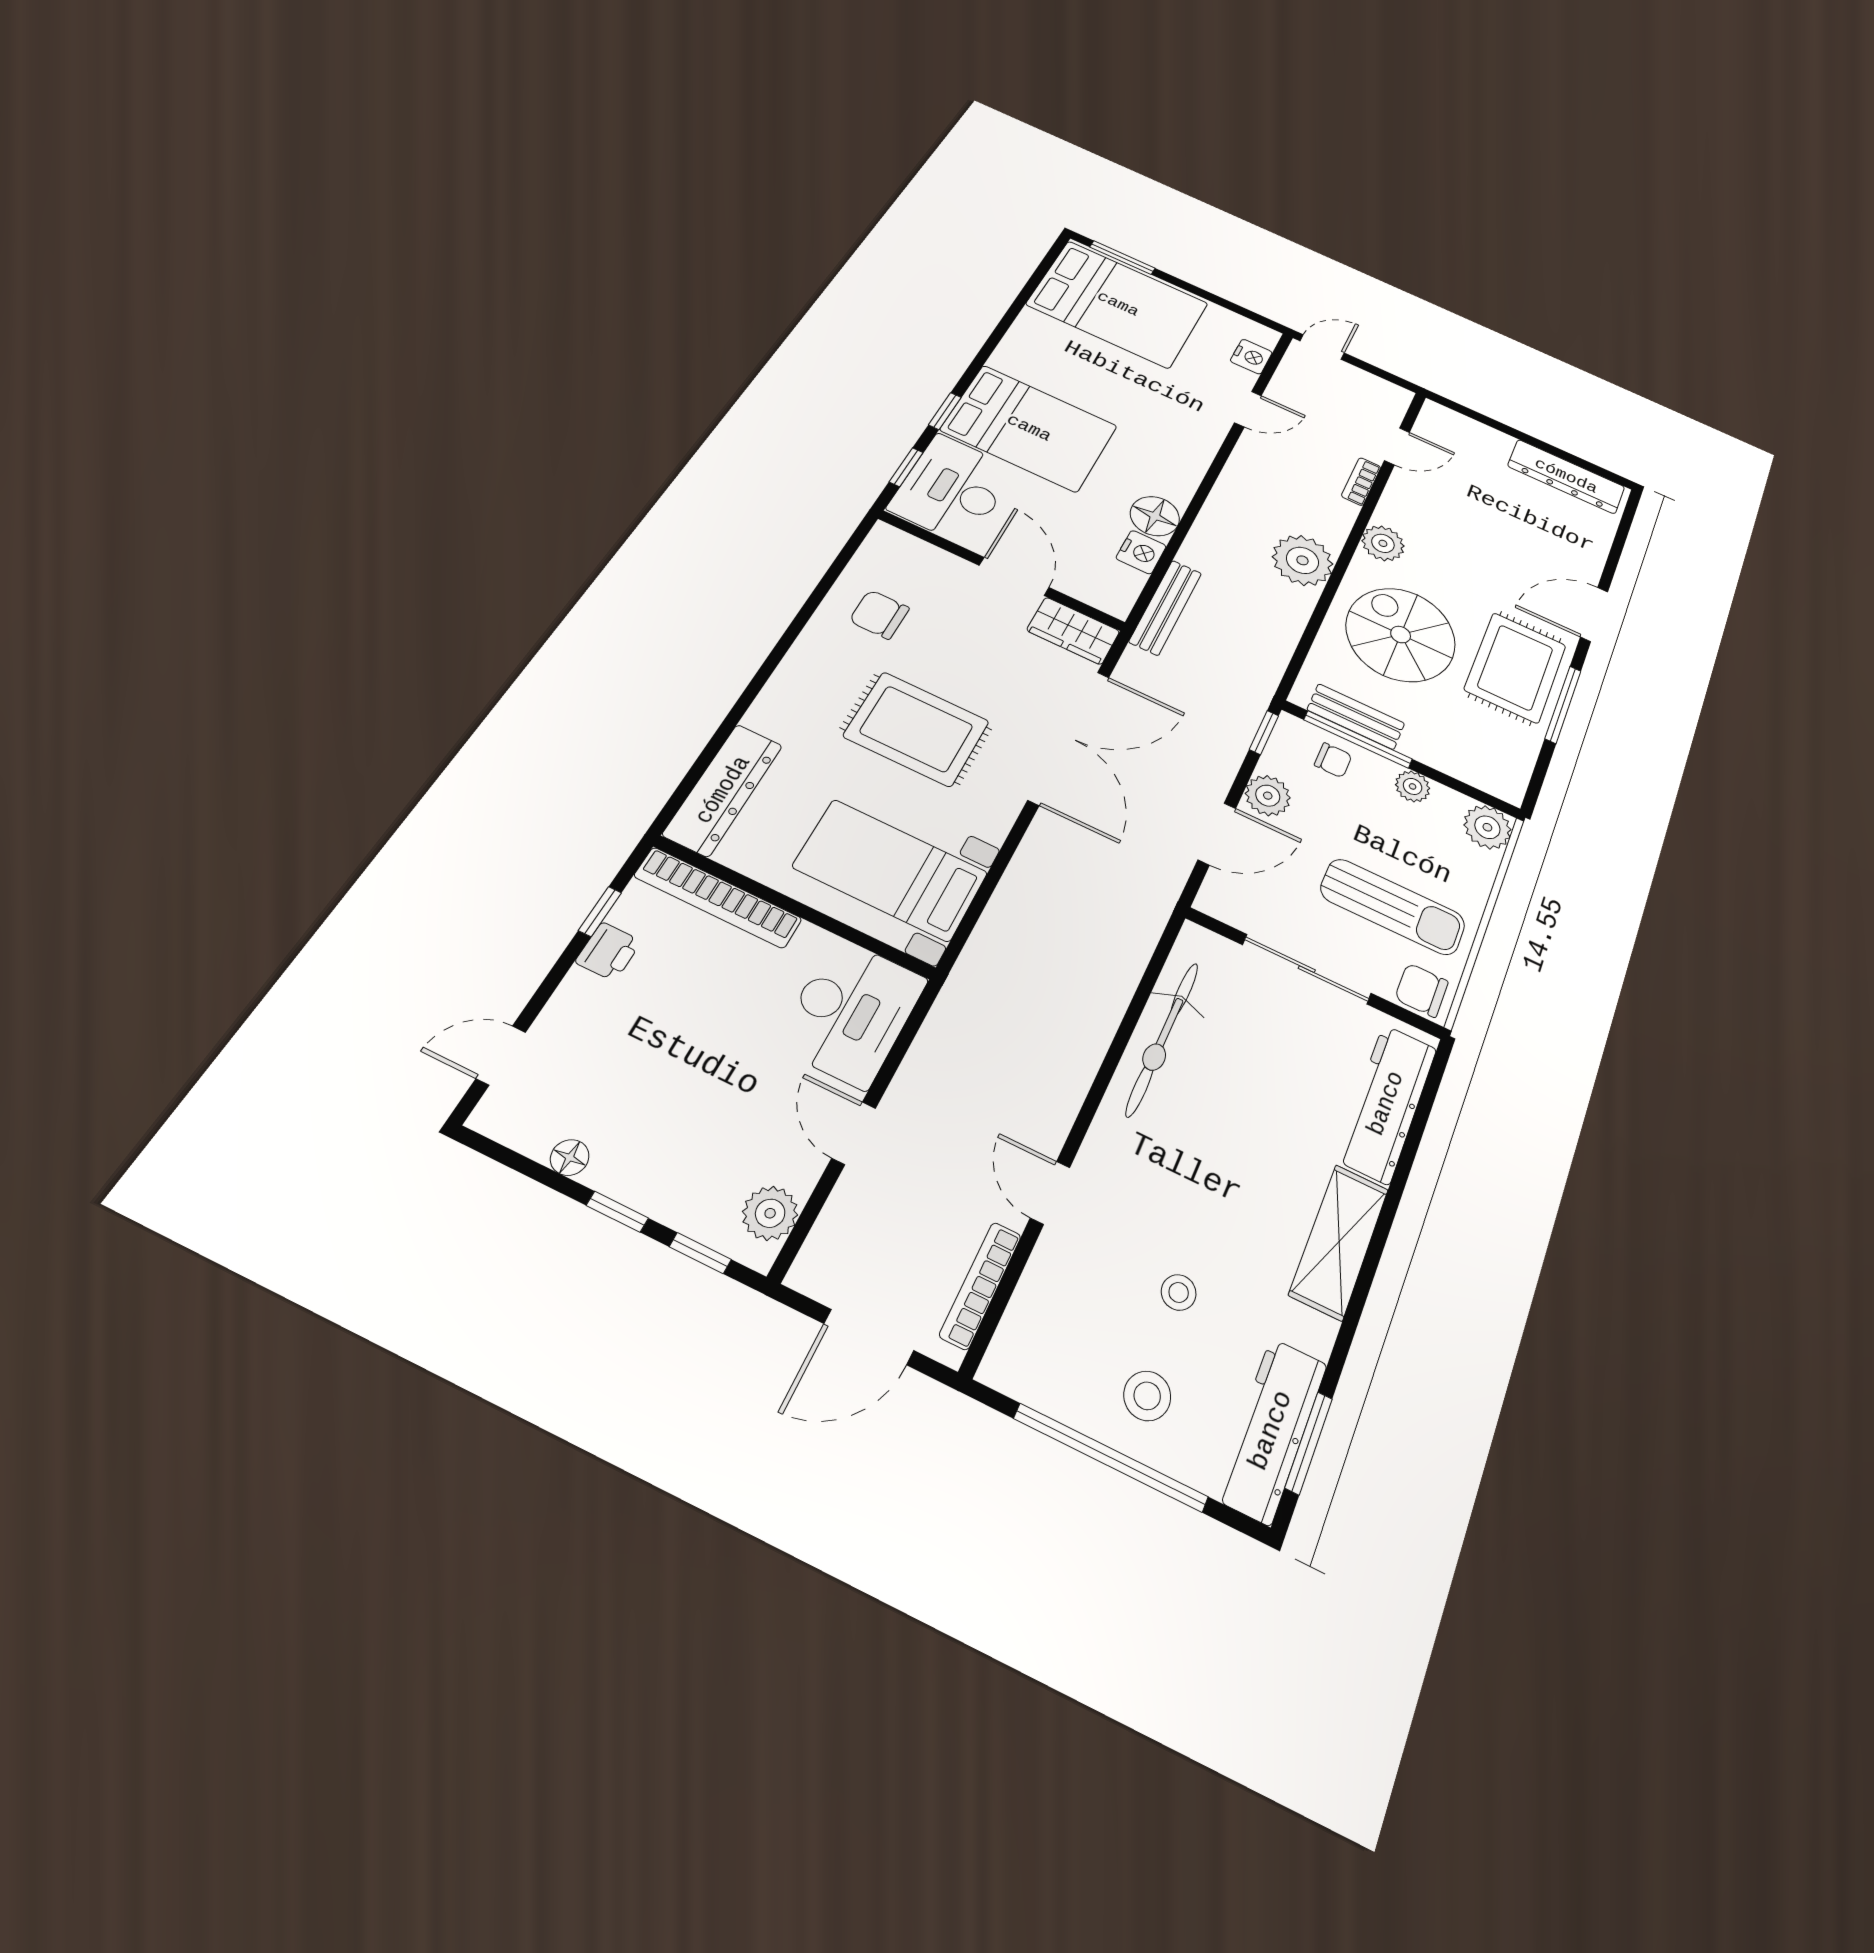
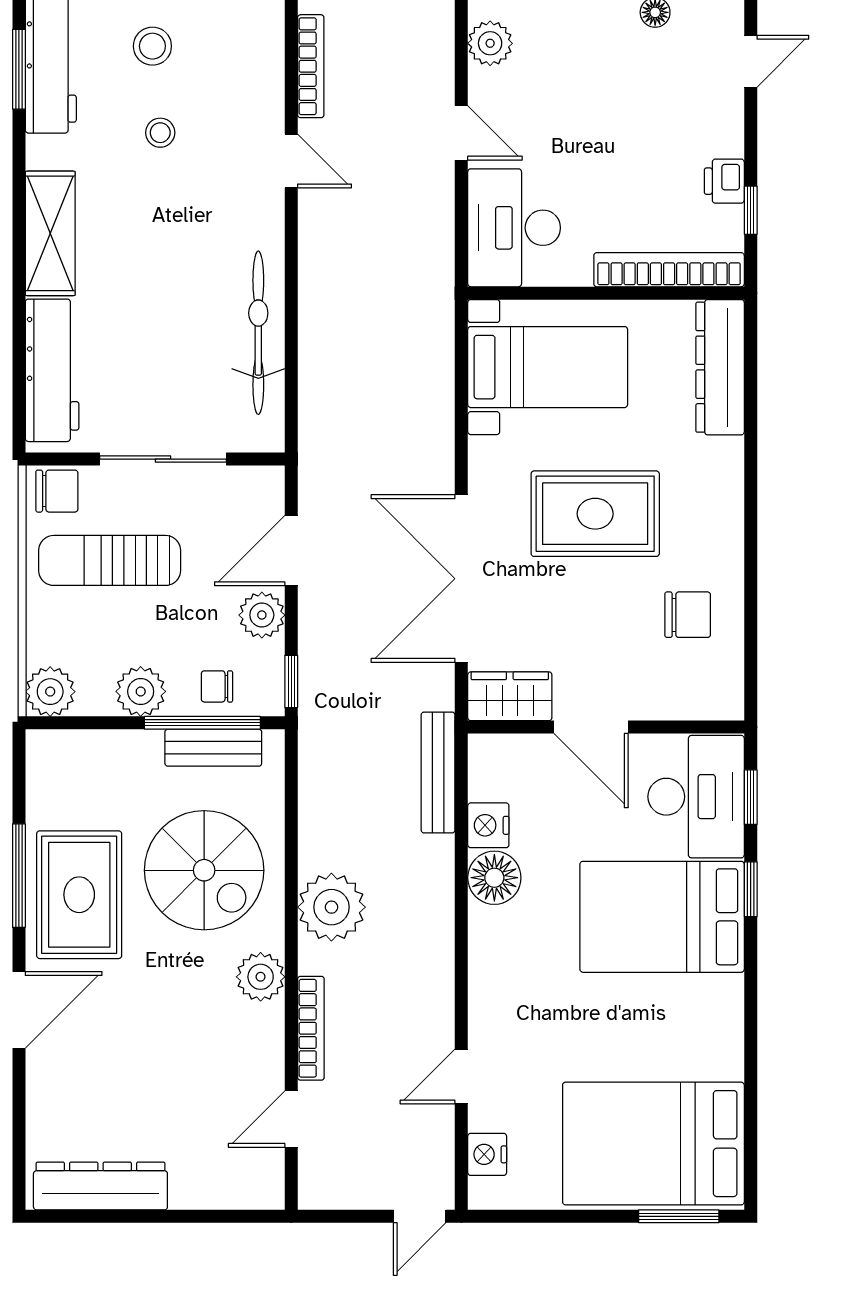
bookcase: (1361, 481) -> (311, 1028), width x1.56
plant: (1413, 786) -> (141, 691), width x1.38, depth x1.38

